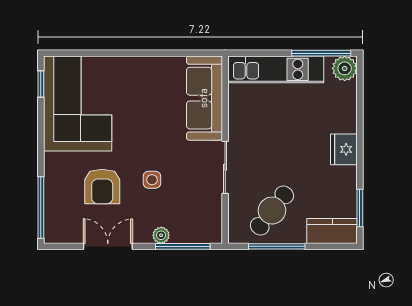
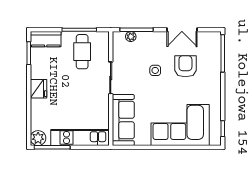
corner sofa: (78, 103) -> (180, 125), moved, turned 90
cafe table: (272, 211) -> (82, 52), turned -38
plant: (161, 235) -> (131, 37), moved

